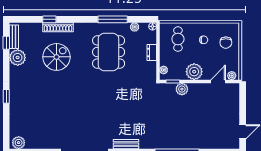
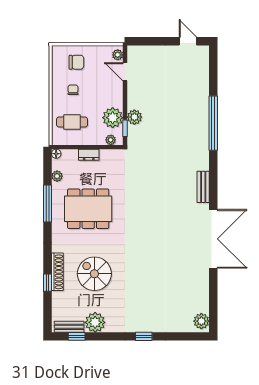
plant: (194, 72) -> (113, 118), moved

